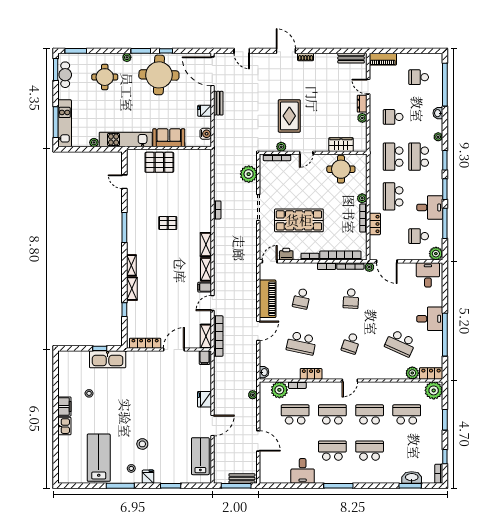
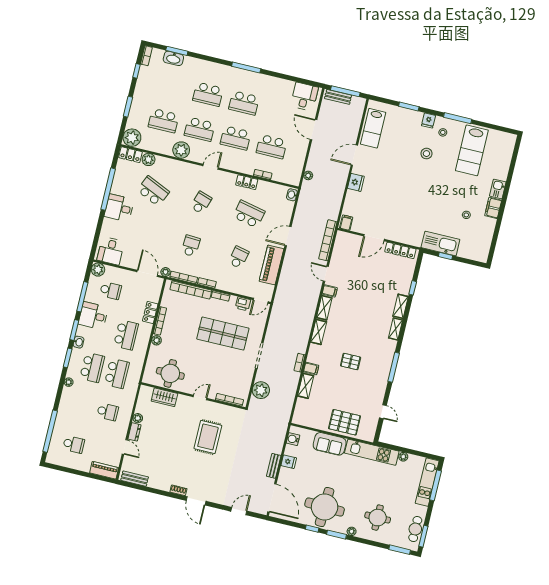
door: (242, 51) -> (239, 511), hinge flipped
washbasin: (438, 113) -> (79, 342), moved
plant: (281, 147) -> (223, 409), removed
filing cabinet: (205, 207) -> (311, 369), added
door: (212, 303) -> (326, 274), swing flipped
shelving: (206, 336) -> (306, 386), moved
plant: (279, 390) -> (181, 150), moved
desk: (303, 471) -> (304, 97), moved

